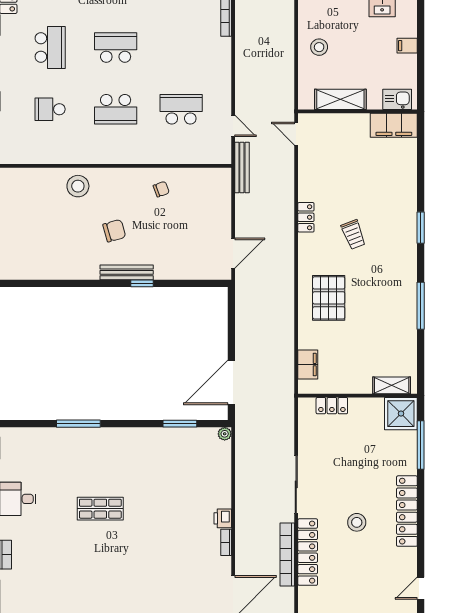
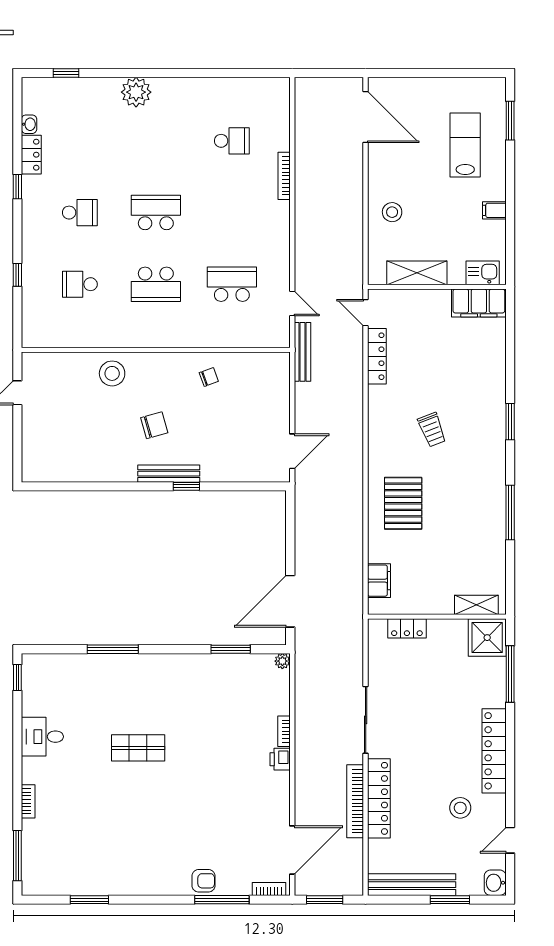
school desk: (50, 47) -> (80, 213), width x0.54
locker: (306, 217) -> (377, 356), moved, width x1.53
stool: (357, 522) -> (460, 808), moved
bookcase: (226, 542) -> (284, 731), moved

